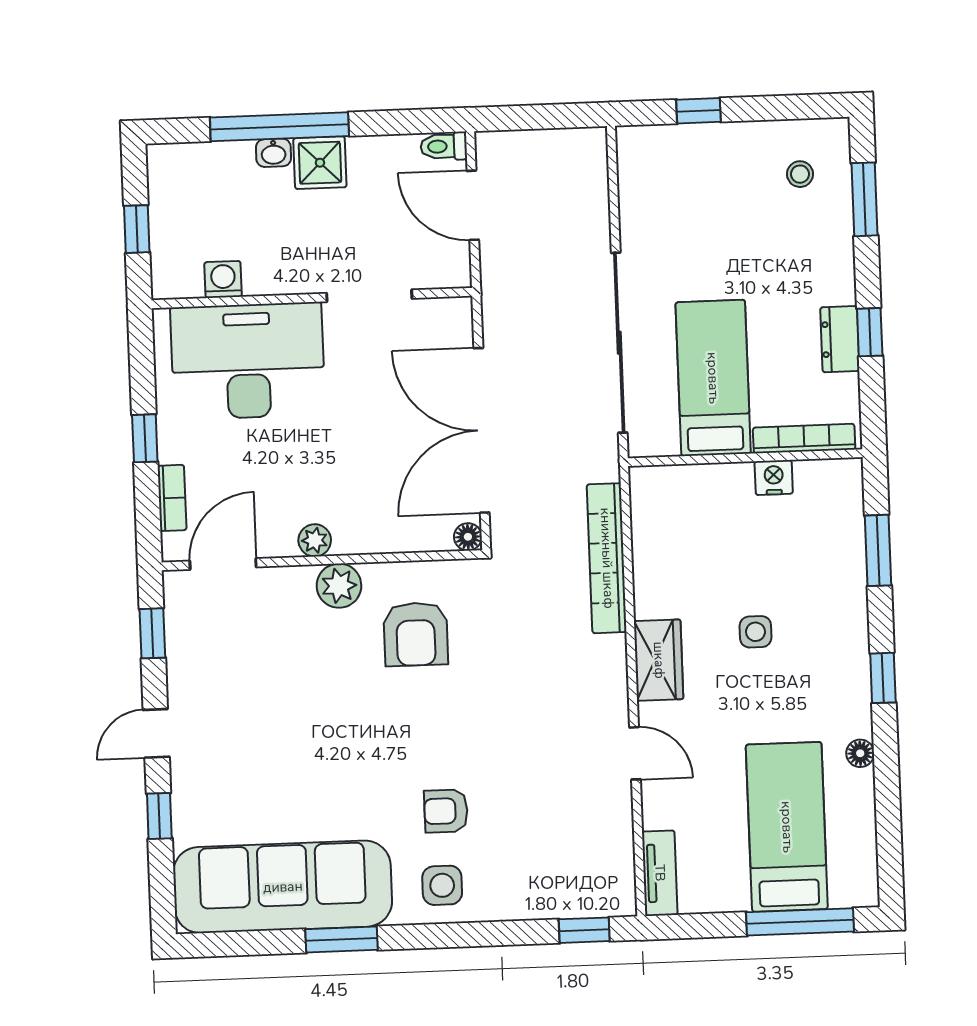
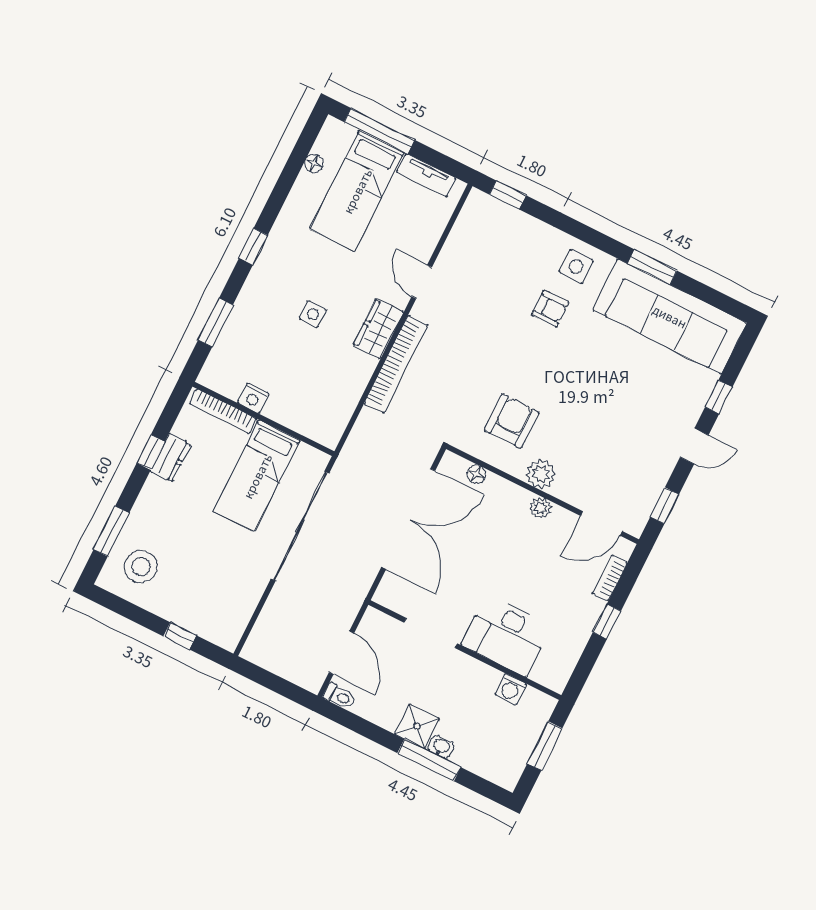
window: (279, 127) -> (429, 760), width x0.68
stool: (800, 174) -> (141, 567), width x1.89, depth x1.89
window: (137, 229) -> (545, 746), width x1.50
desk: (248, 361) -> (506, 636), width x0.73, depth x0.77
floor lamp: (468, 537) -> (476, 474), moved
bookcase: (607, 558) -> (396, 364), moved
floor lamp: (860, 753) -> (314, 163), moved
tv unit: (660, 873) -> (426, 175), moved, turned -90

